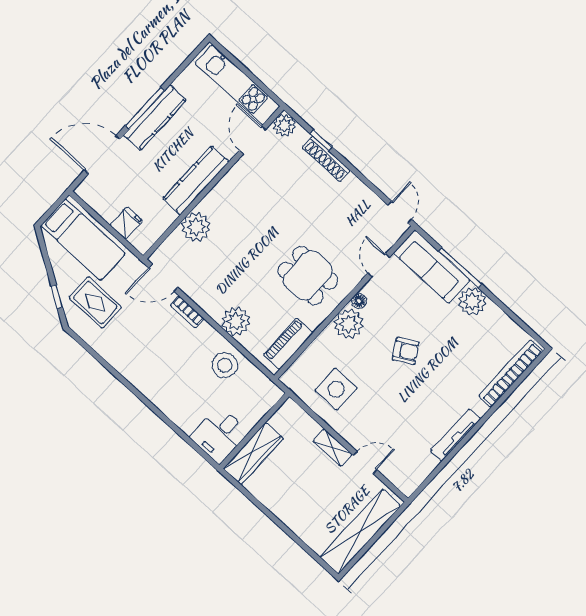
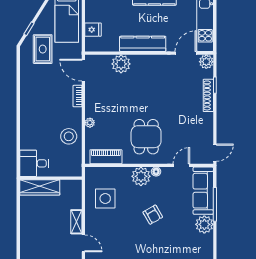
plant: (236, 321) -> (90, 123), width x0.53, depth x0.53

